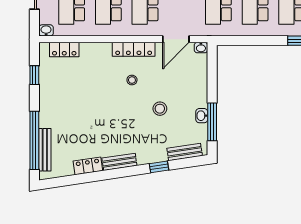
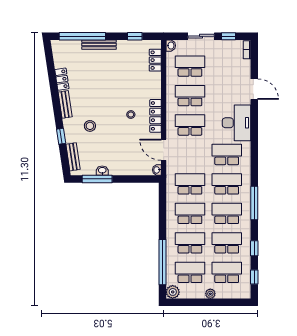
stool: (160, 109) -> (90, 126), moved
bench: (45, 150) -> (99, 45), moved

